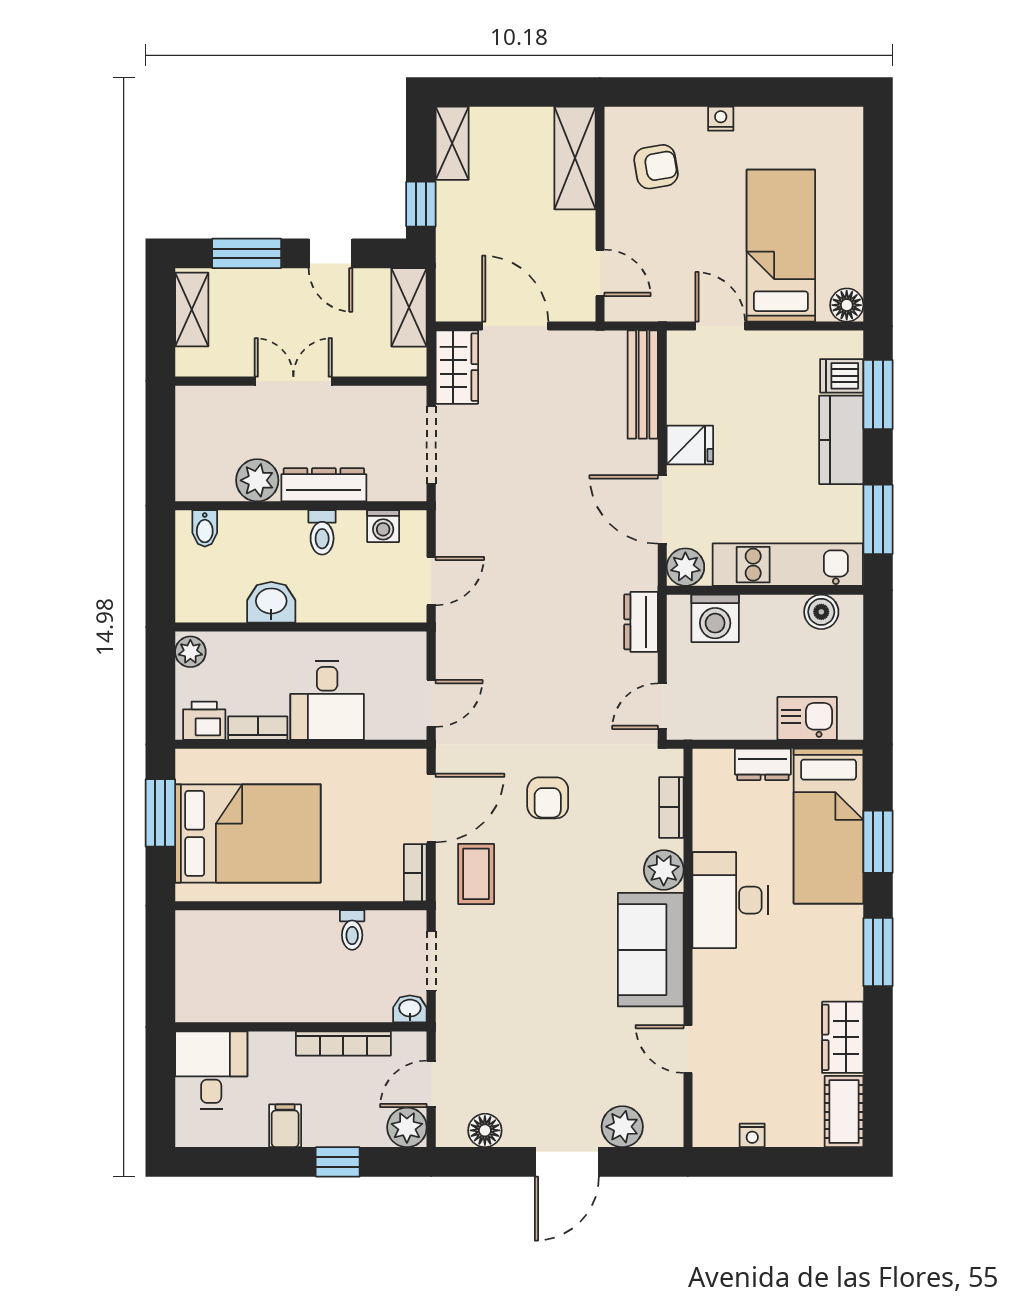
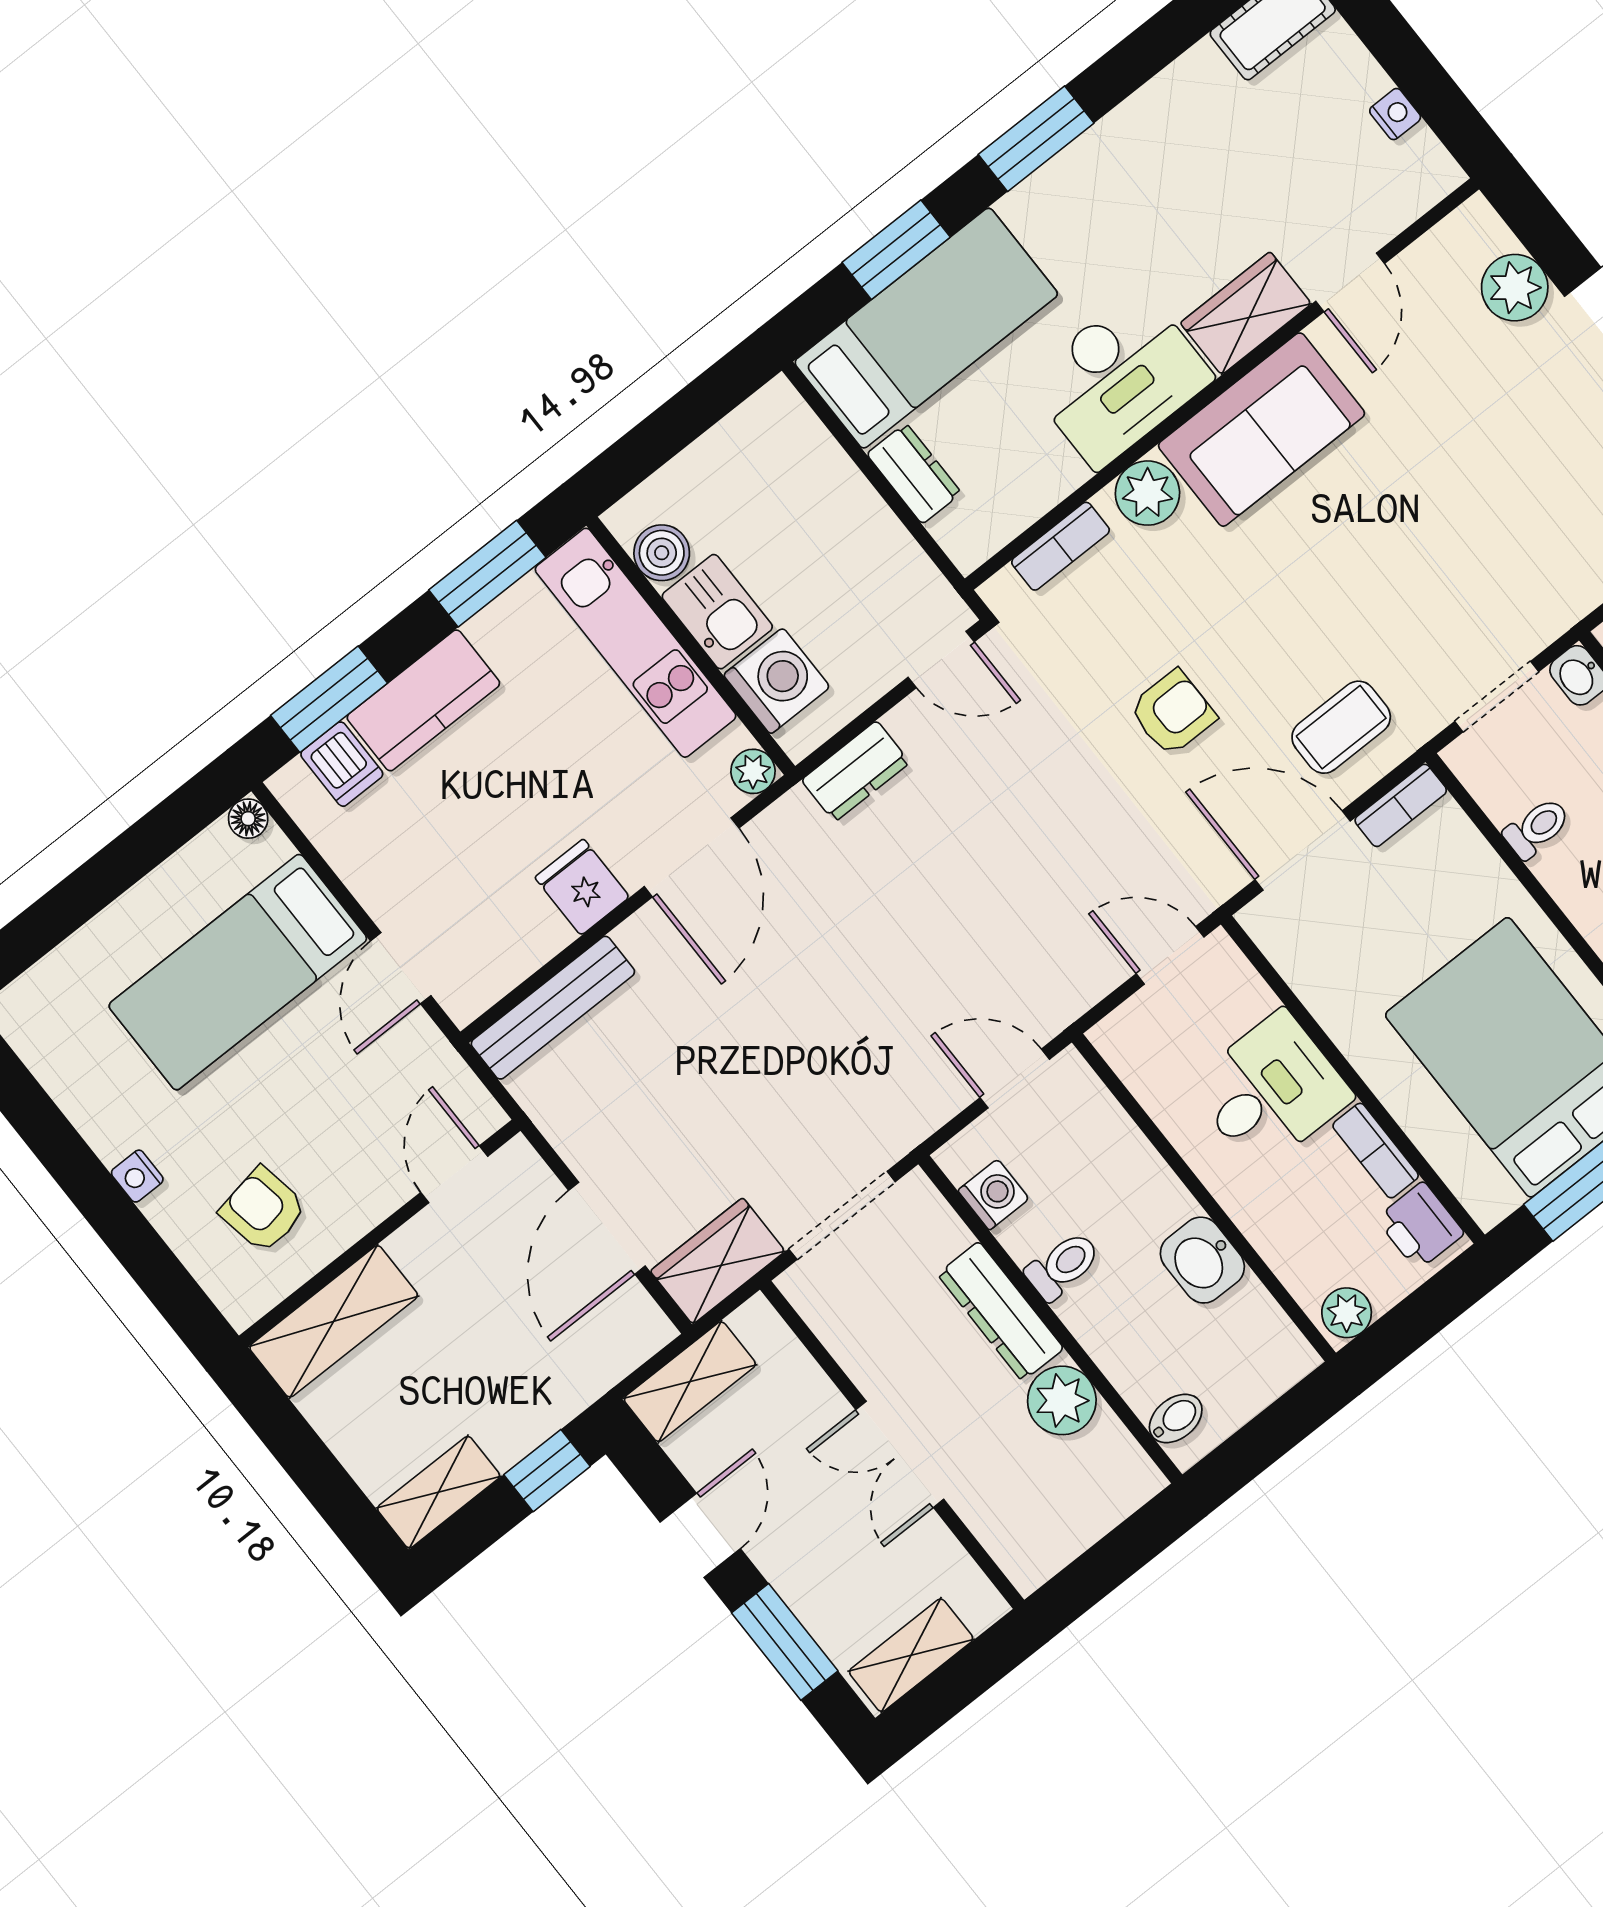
floor lamp: (847, 305) -> (248, 819), width x0.73, depth x0.73
plant: (685, 567) -> (753, 771), width x0.73, depth x0.73
kitchen sink: (807, 718) -> (717, 612), moved, turned 180
wardrobe: (843, 1037) -> (1246, 313), moved, turned 180

